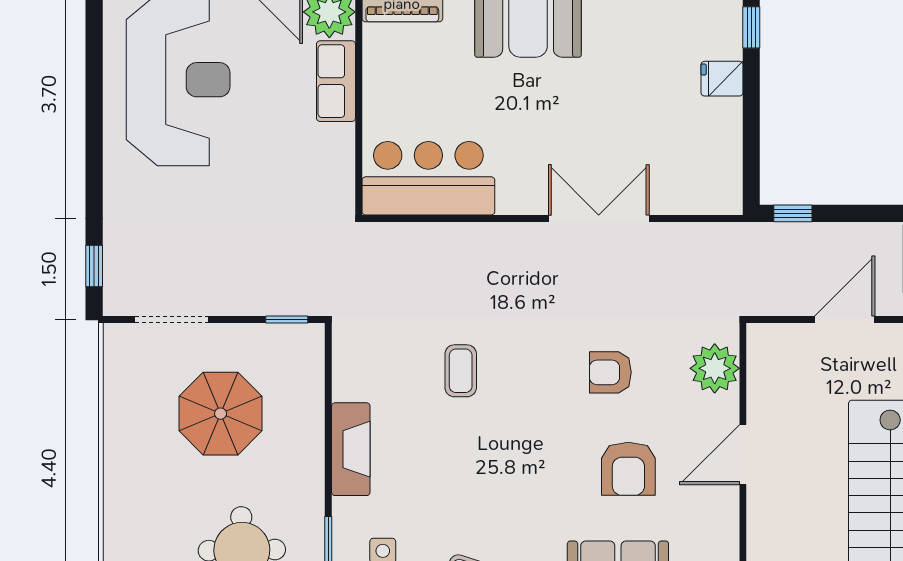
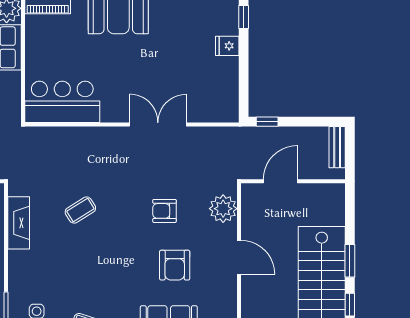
door: (845, 320) -> (280, 181), moved
coffee table: (461, 371) -> (80, 210), turned 58
fireplace: (351, 449) -> (19, 223), moved
door: (743, 455) -> (239, 257), swing flipped

